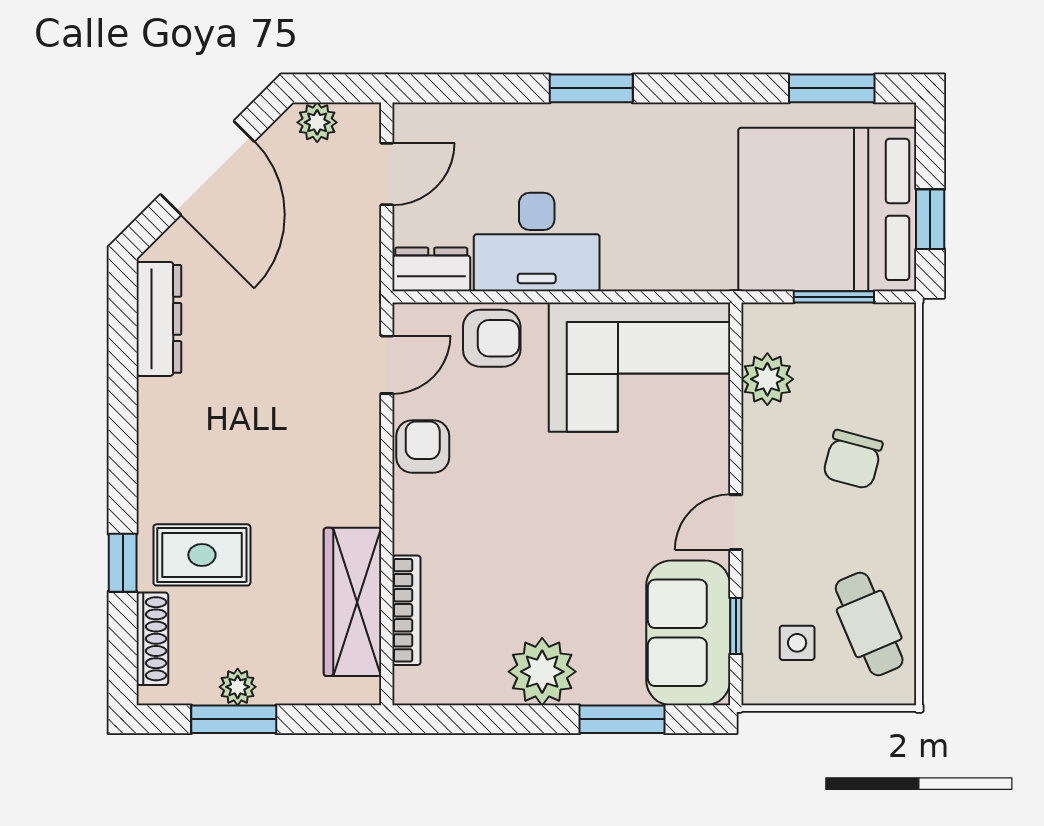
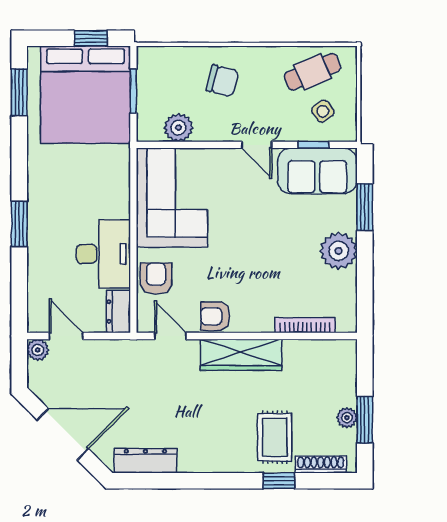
plant: (317, 122) -> (38, 350), moved
wardrobe: (353, 602) -> (241, 355), moved
side table: (797, 643) -> (323, 111), turned -37

